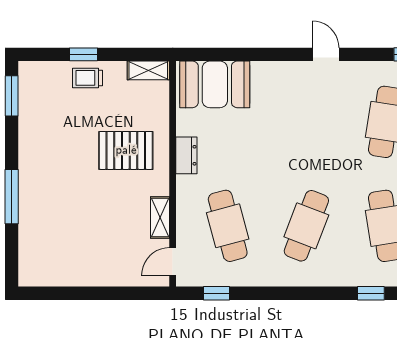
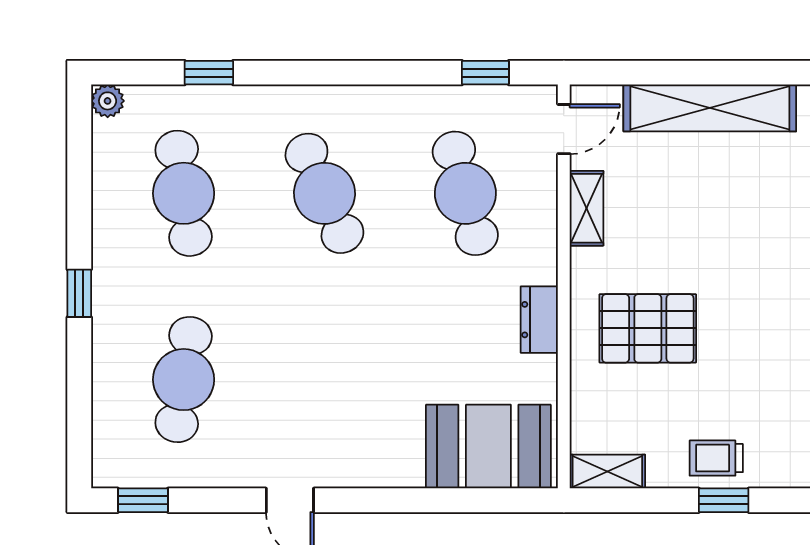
trolley: (88, 78) -> (716, 458), turned 180
cafe table: (306, 226) -> (324, 193), turned -45
shelving: (91, 273) -> (710, 108), added

